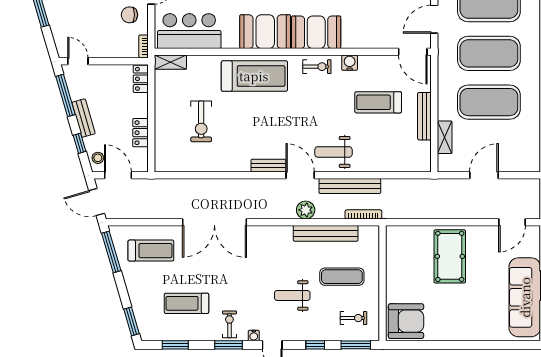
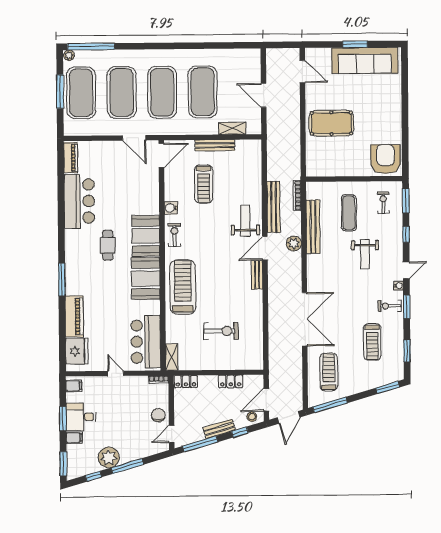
chair: (129, 15) -> (158, 415), moved, turned 180
weight bench: (333, 152) -> (245, 221), turned 180

